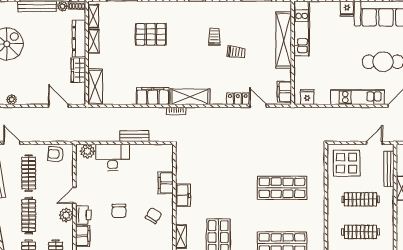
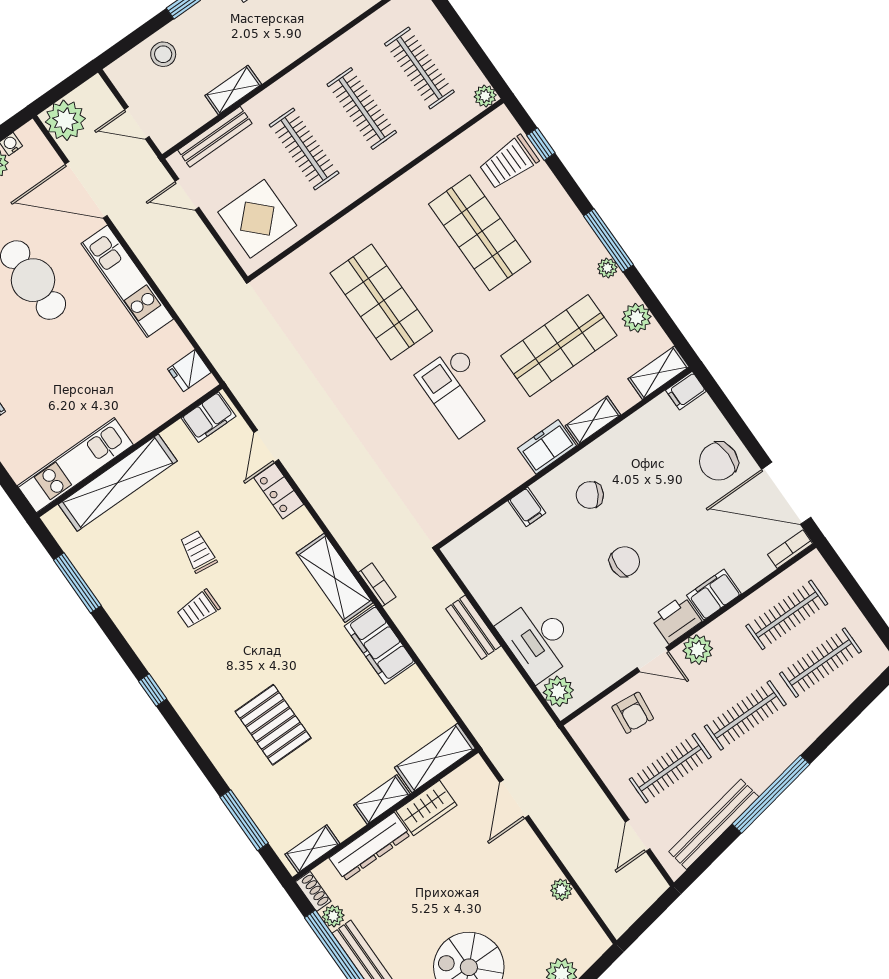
shelving: (93, 41) -> (382, 799), moved
armchair: (56, 154) -> (633, 713), moved
filing cabinet: (166, 183) -> (527, 507), width x0.50
checkout: (228, 193) -> (459, 391), added
freezer: (183, 195) -> (547, 447), moved

